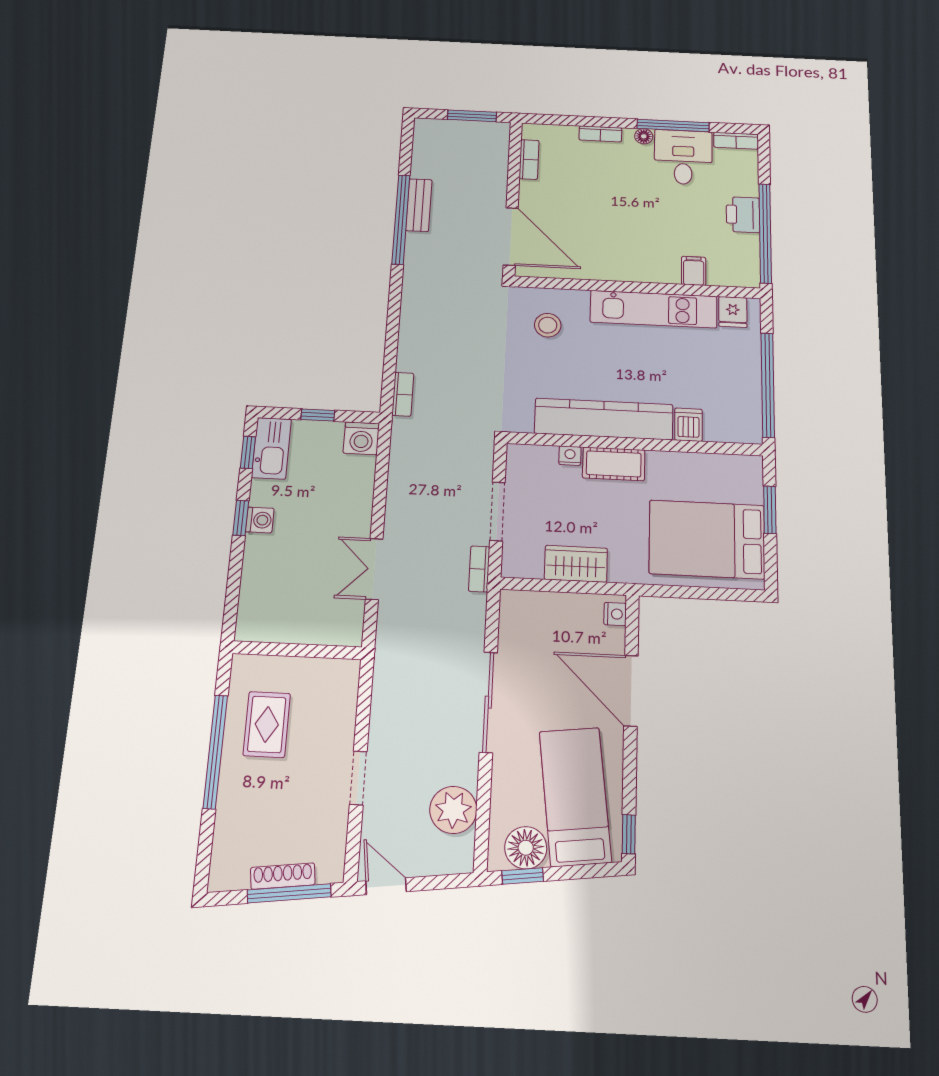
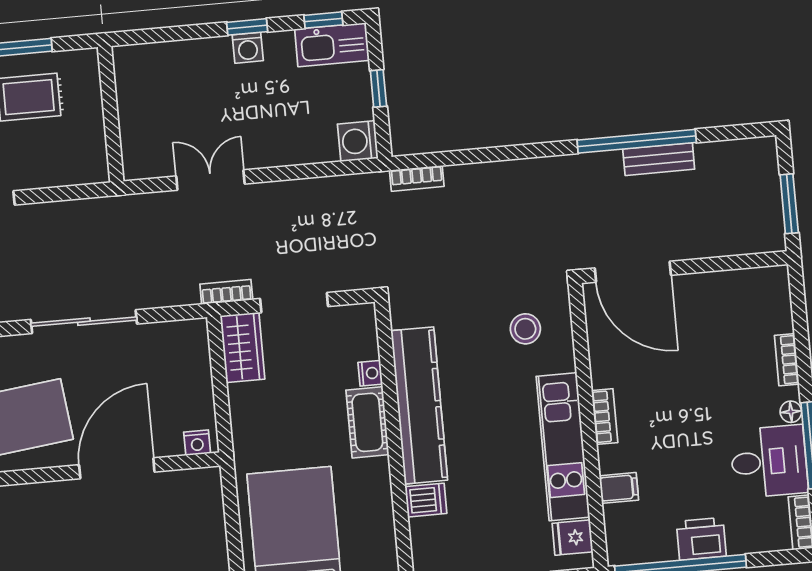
bookcase: (529, 159) -> (605, 417), moved, turned -90
door: (511, 237) -> (633, 272), hinge flipped
wardrobe: (576, 564) -> (243, 347), moved

